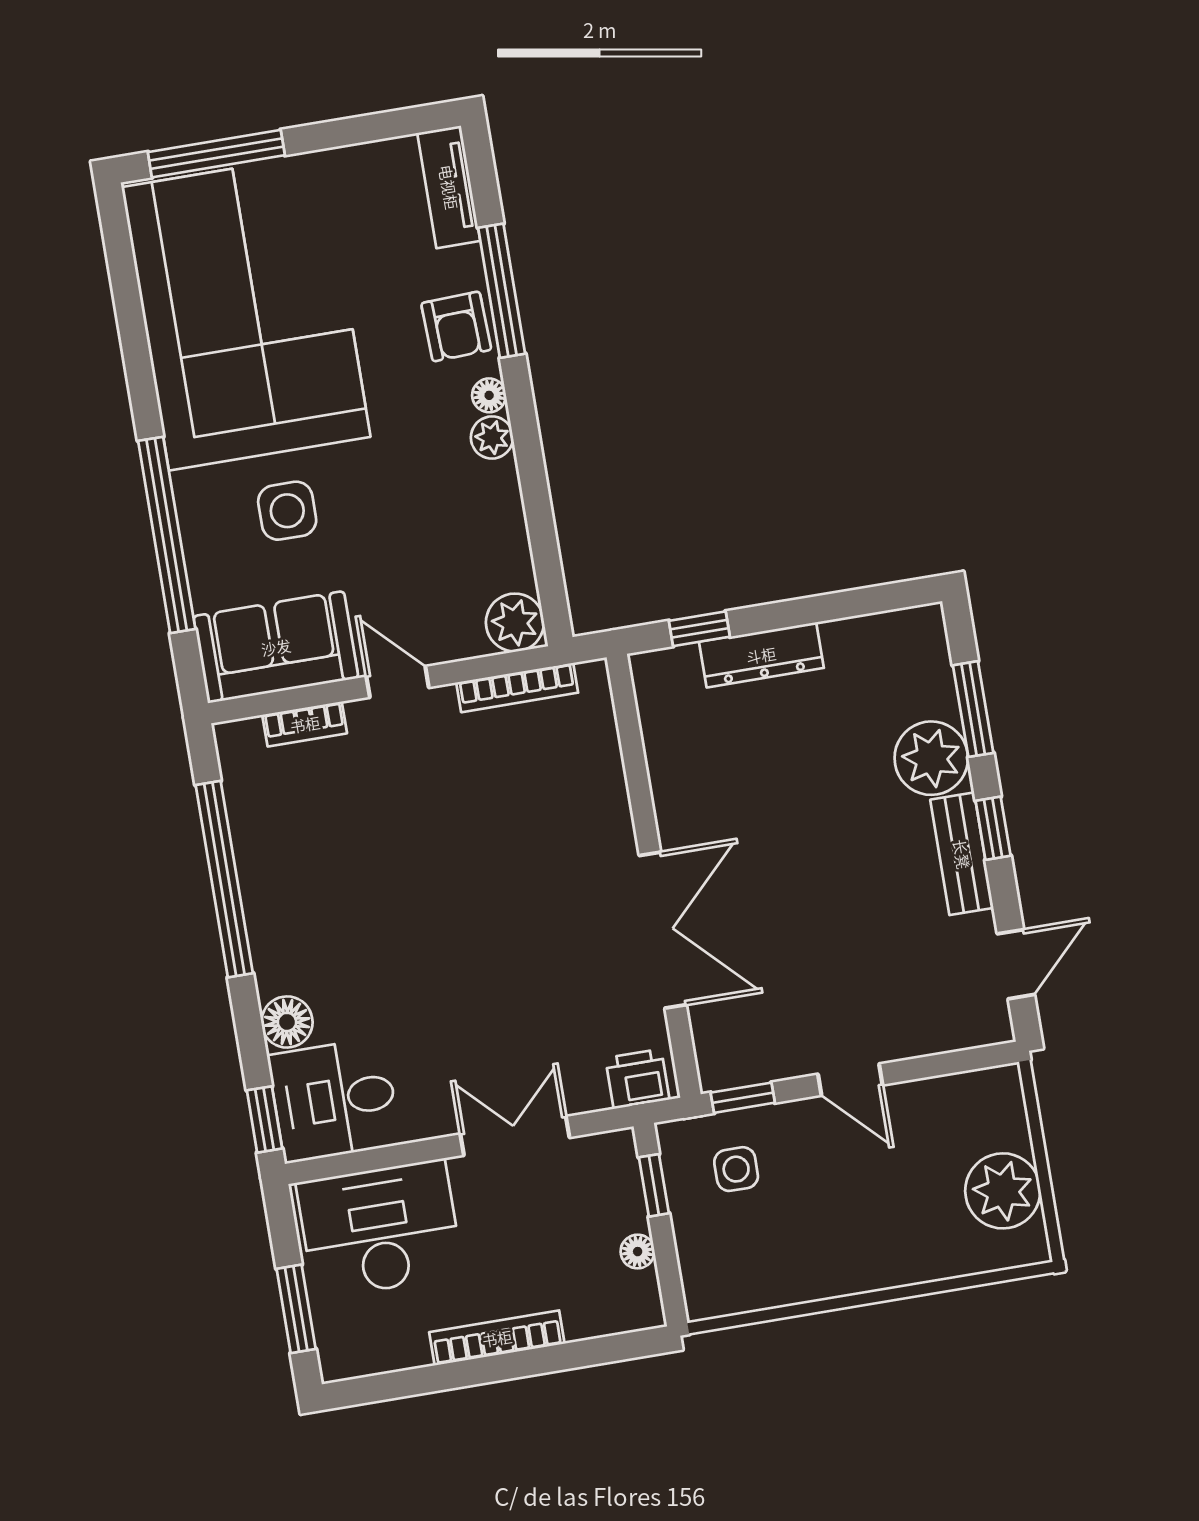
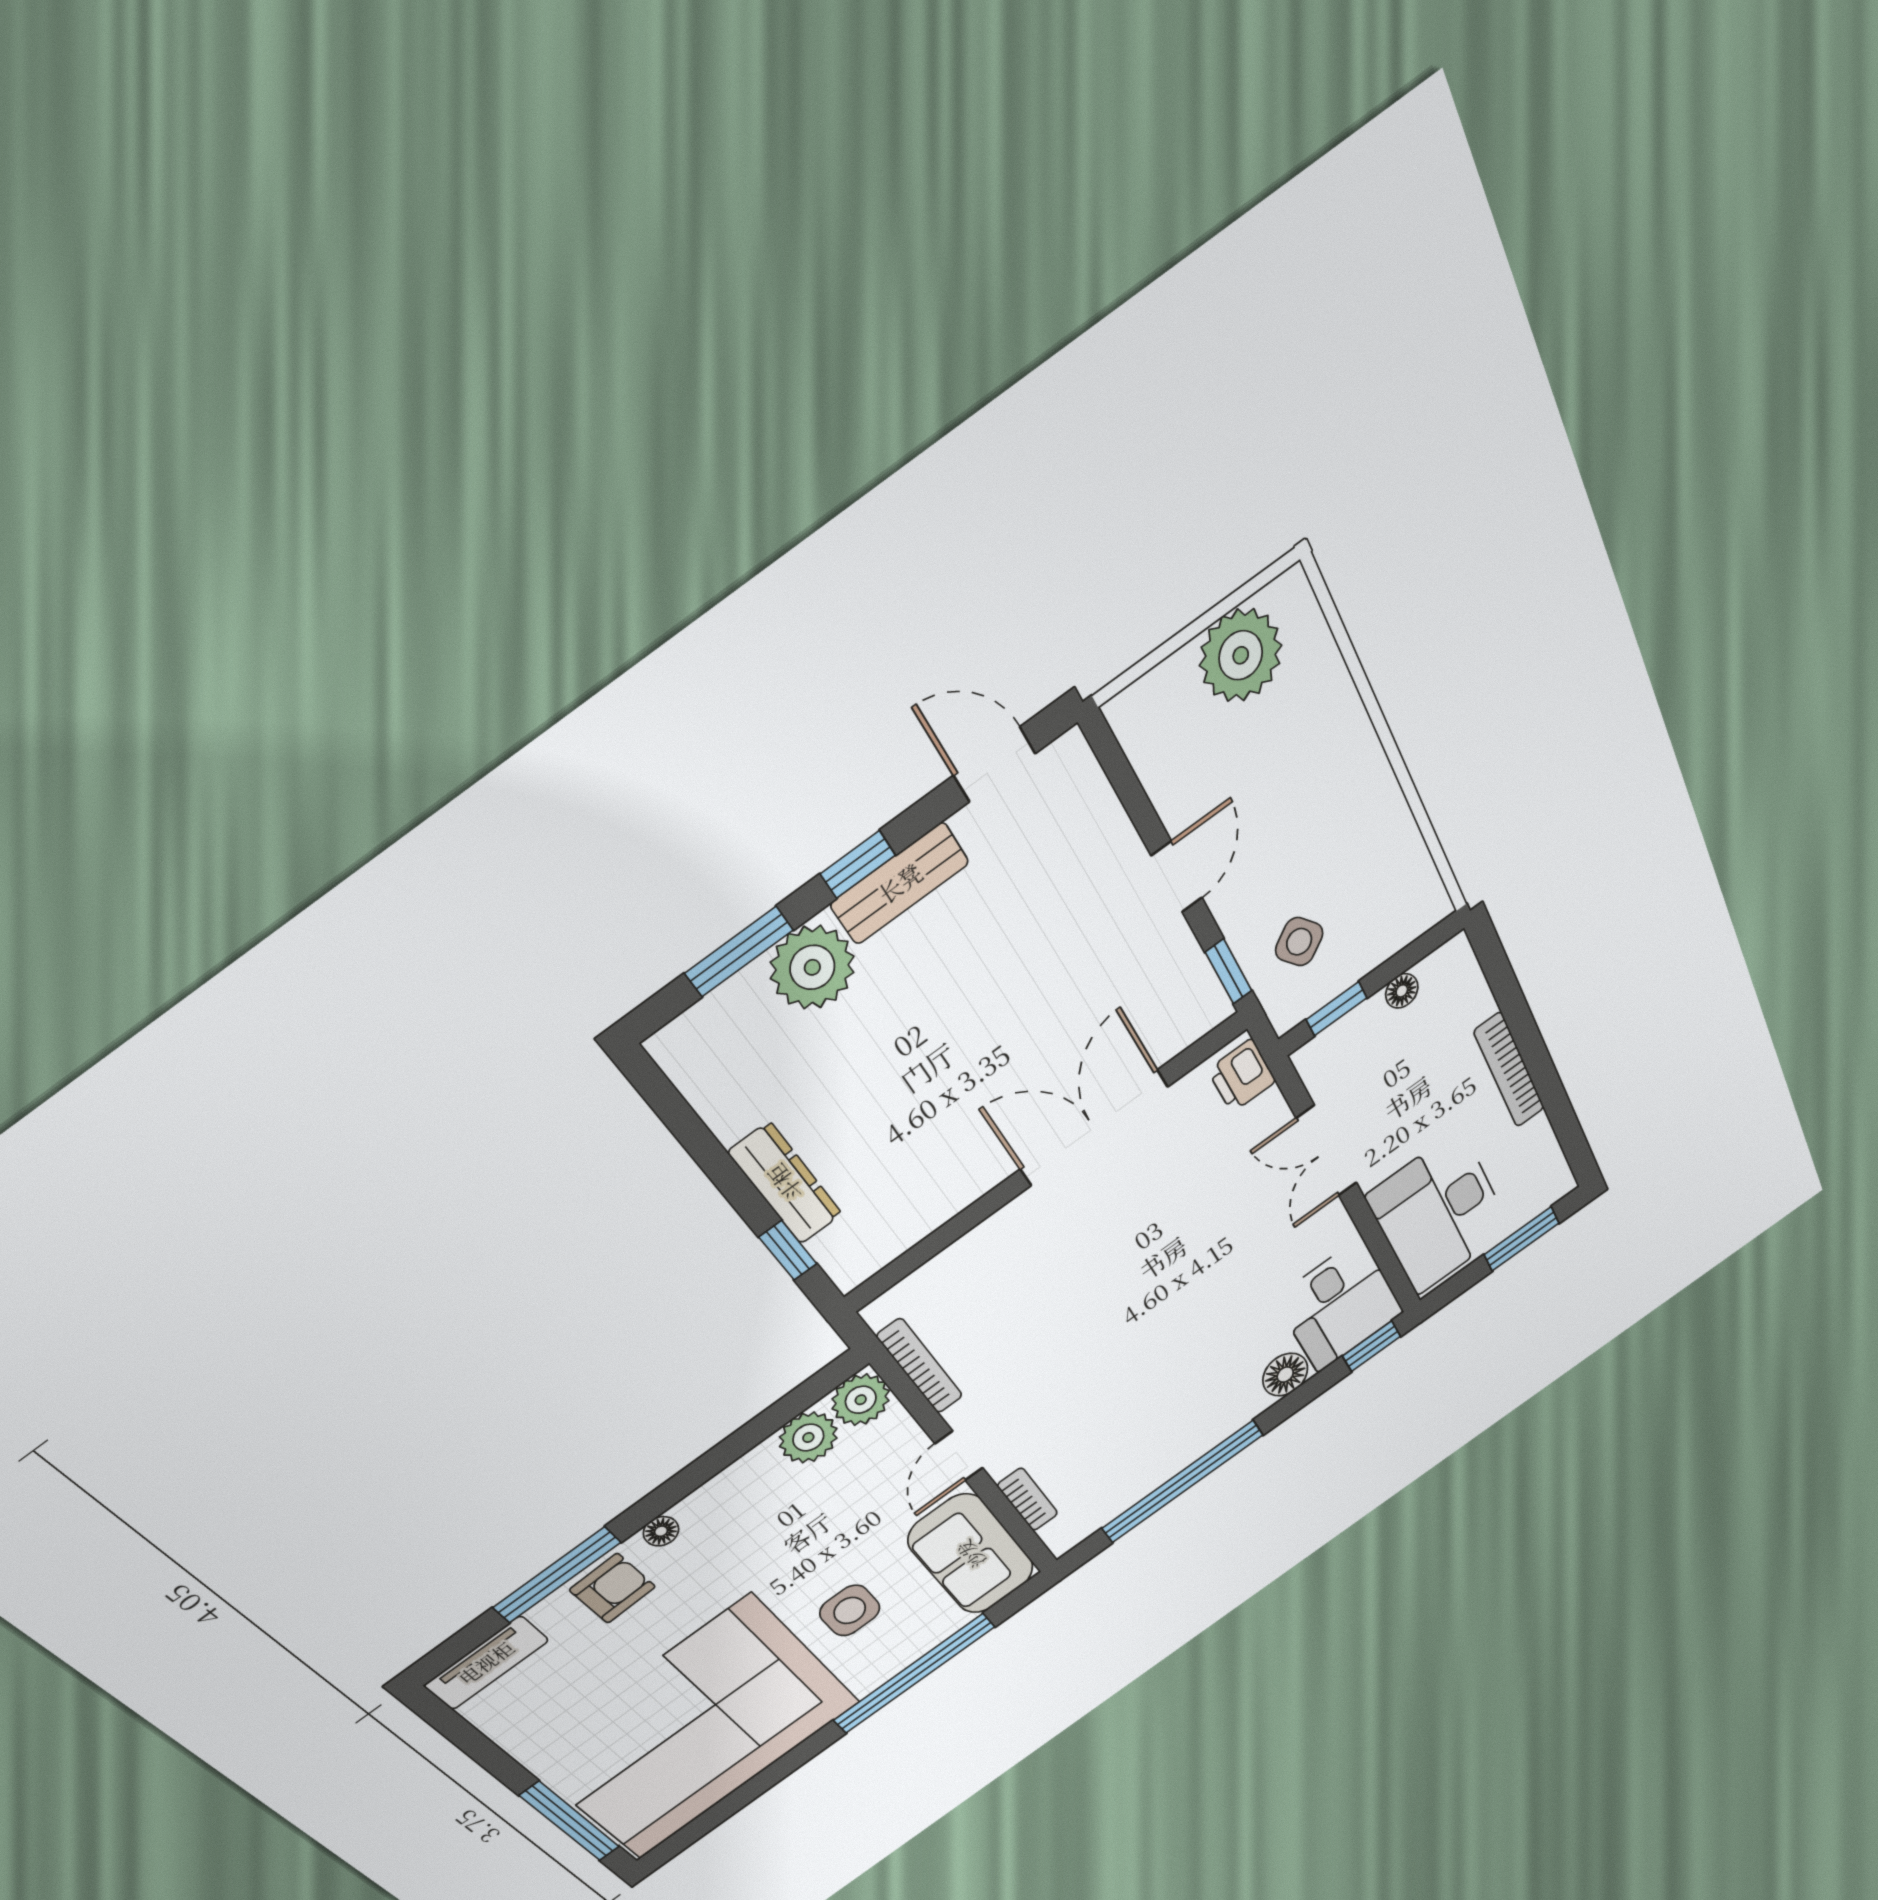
plant: (492, 437) -> (808, 1438), moved, width x1.38, depth x1.38
side table: (736, 1169) -> (1299, 942), turned -36

